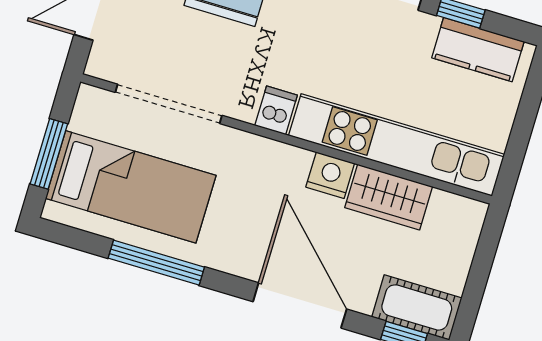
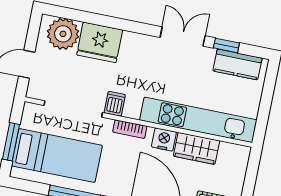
dishwasher: (276, 110) -> (115, 104), moved
bookcase: (269, 150) -> (130, 129), added

